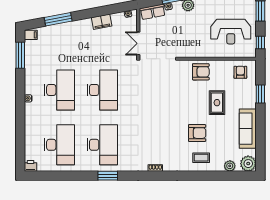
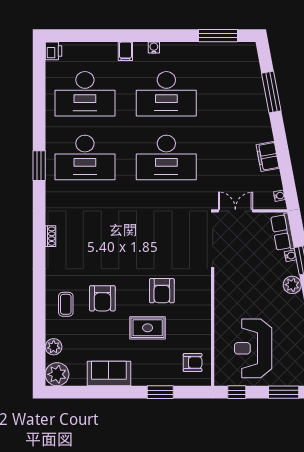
filing cabinet: (31, 35) -> (125, 51), moved
armchair: (201, 72) -> (162, 291), moved
sofa: (248, 129) -> (109, 373), width x0.73

